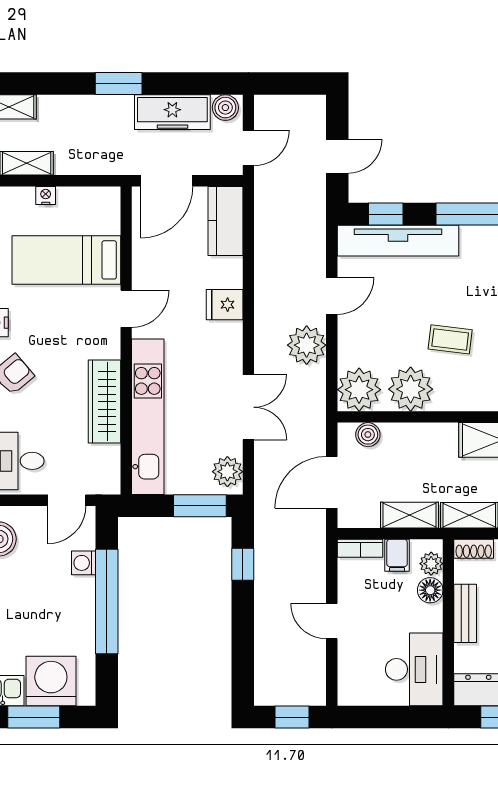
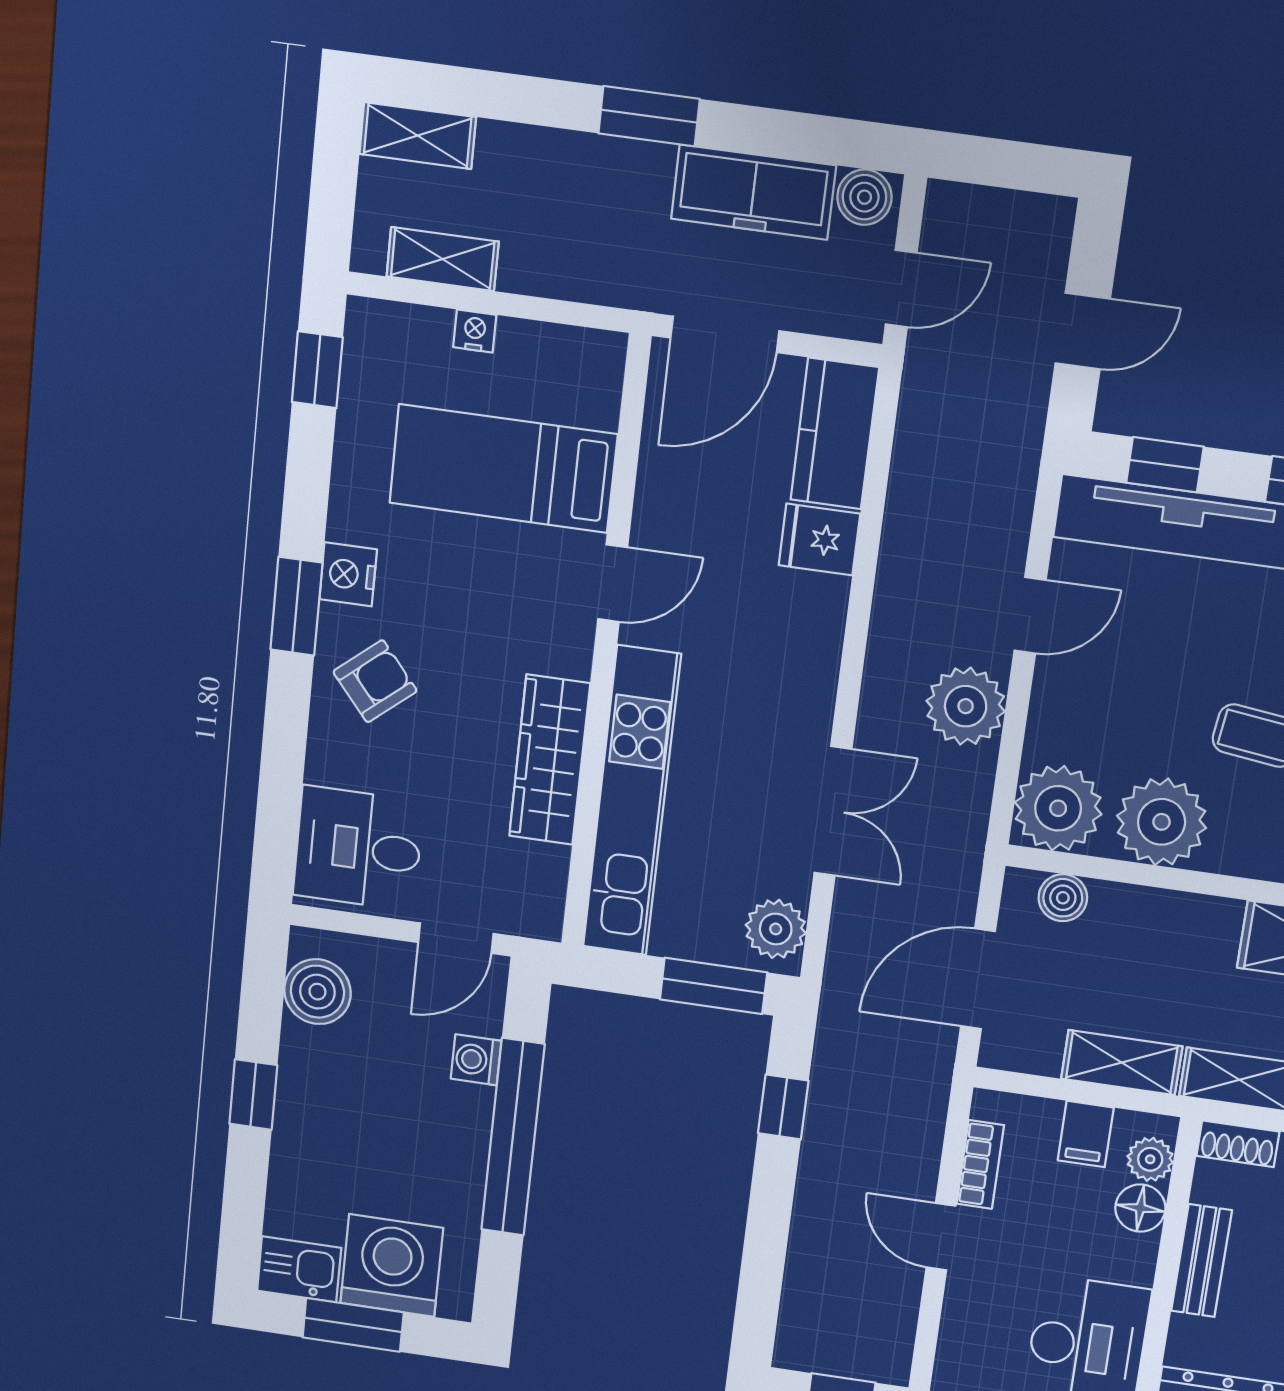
fridge: (225, 305) -> (819, 539), moved
bookcase: (360, 548) -> (980, 1165), moved, turned -90

